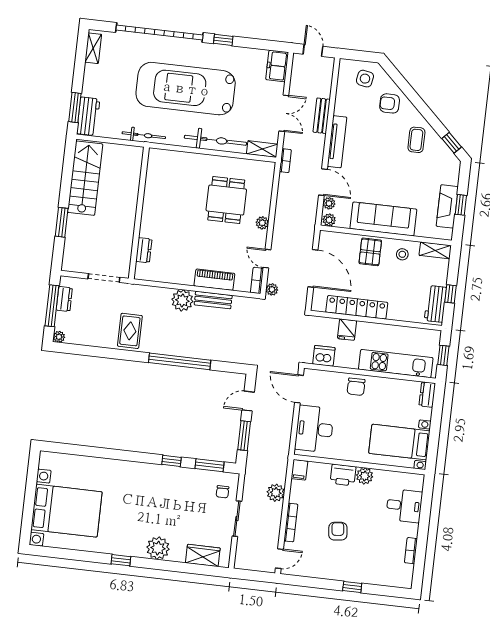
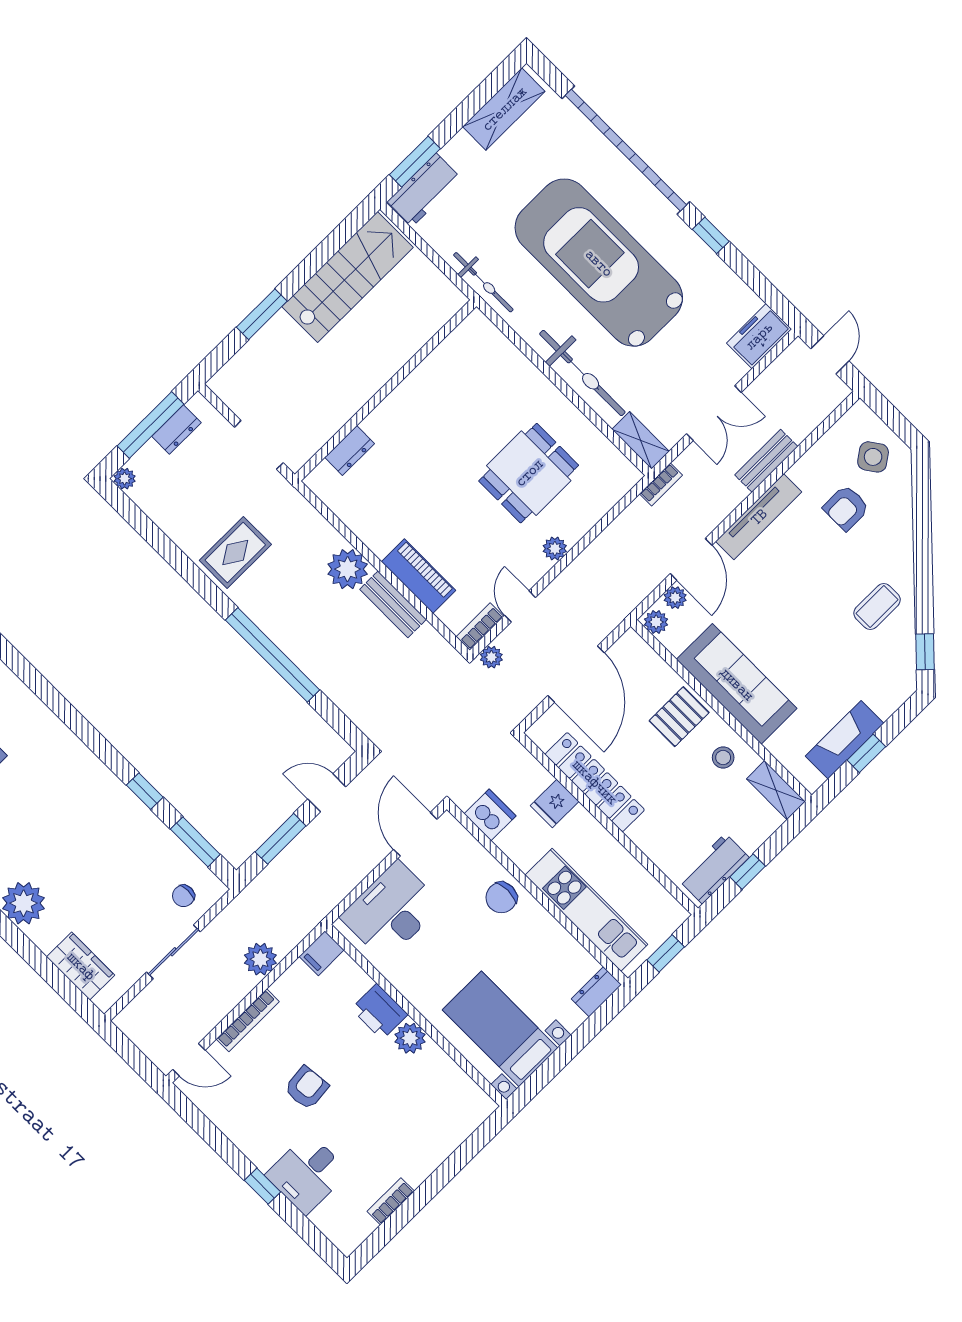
shelving: (93, 48) -> (504, 109), width x1.50, depth x1.33
side table: (365, 79) -> (873, 457), turned 45
armchair: (390, 103) -> (846, 508), moved, turned -90
desk: (404, 506) -> (307, 1174), moved, turned 90

